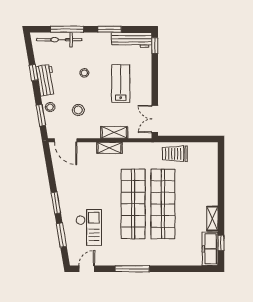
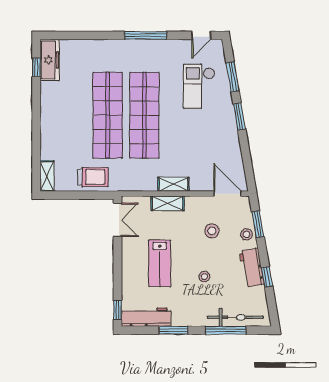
shelving: (212, 219) -> (47, 176), moved

